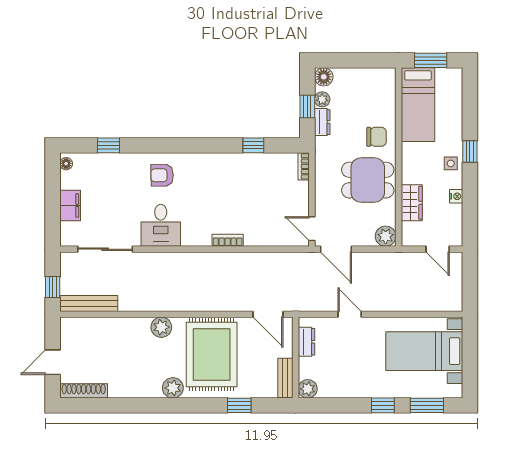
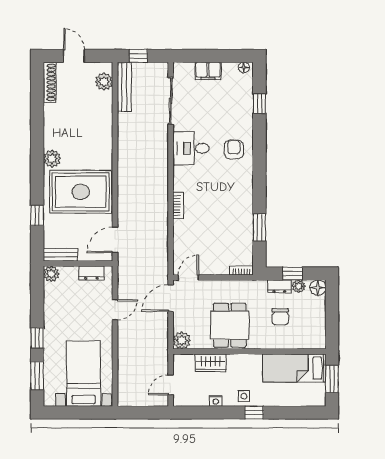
chair: (376, 137) -> (280, 317), moved
window: (253, 145) -> (259, 227), width x1.50
plant: (161, 327) -> (104, 82), moved

